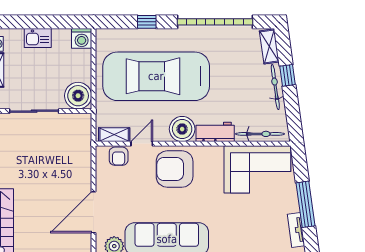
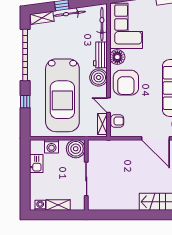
kitchen sink: (38, 38) -> (36, 164), moved
washing machine: (82, 38) -> (51, 146), moved, turned 90
floor lamp: (212, 156) -> (117, 57), added

